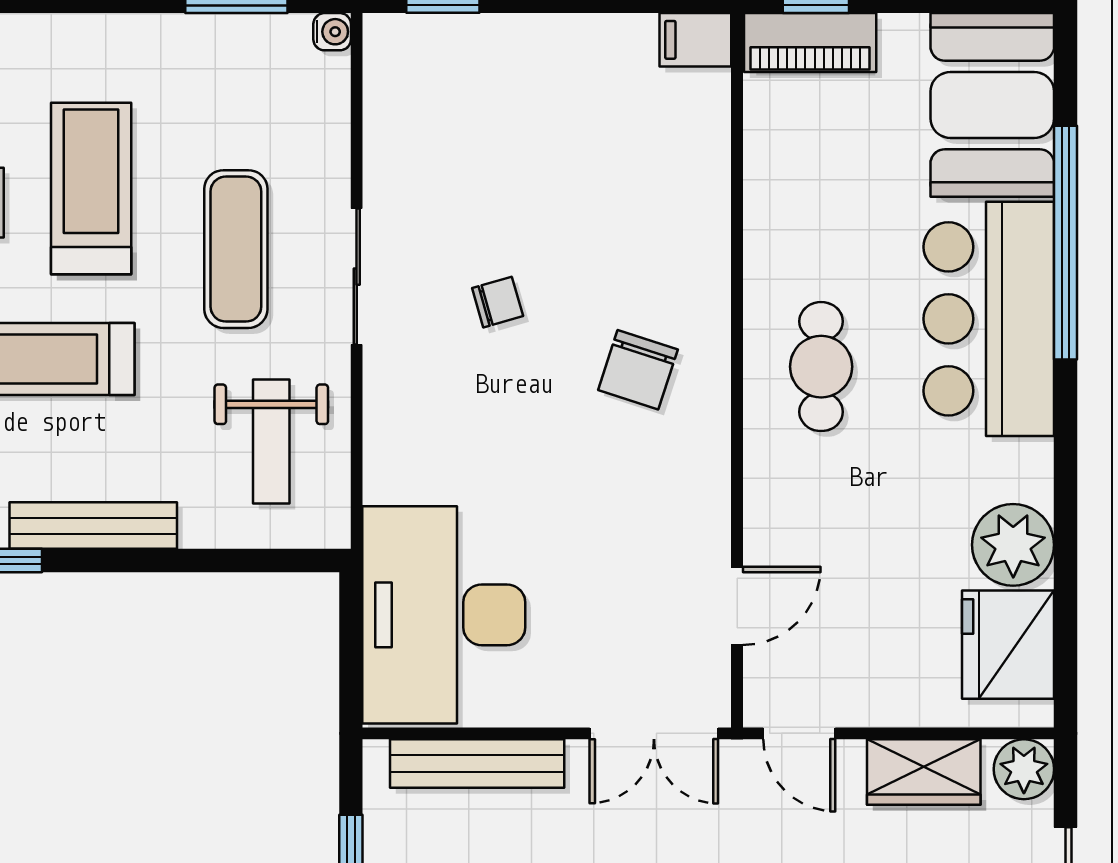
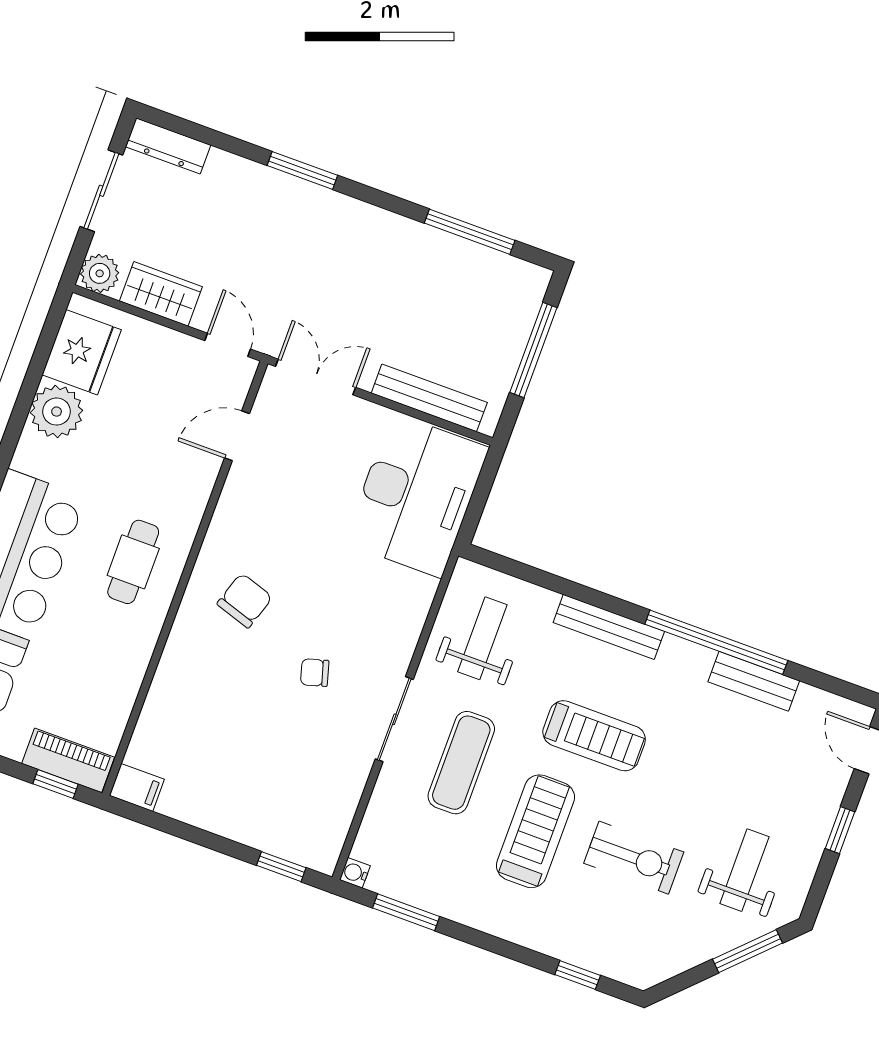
treadmill: (91, 189) -> (535, 831), turned 180

